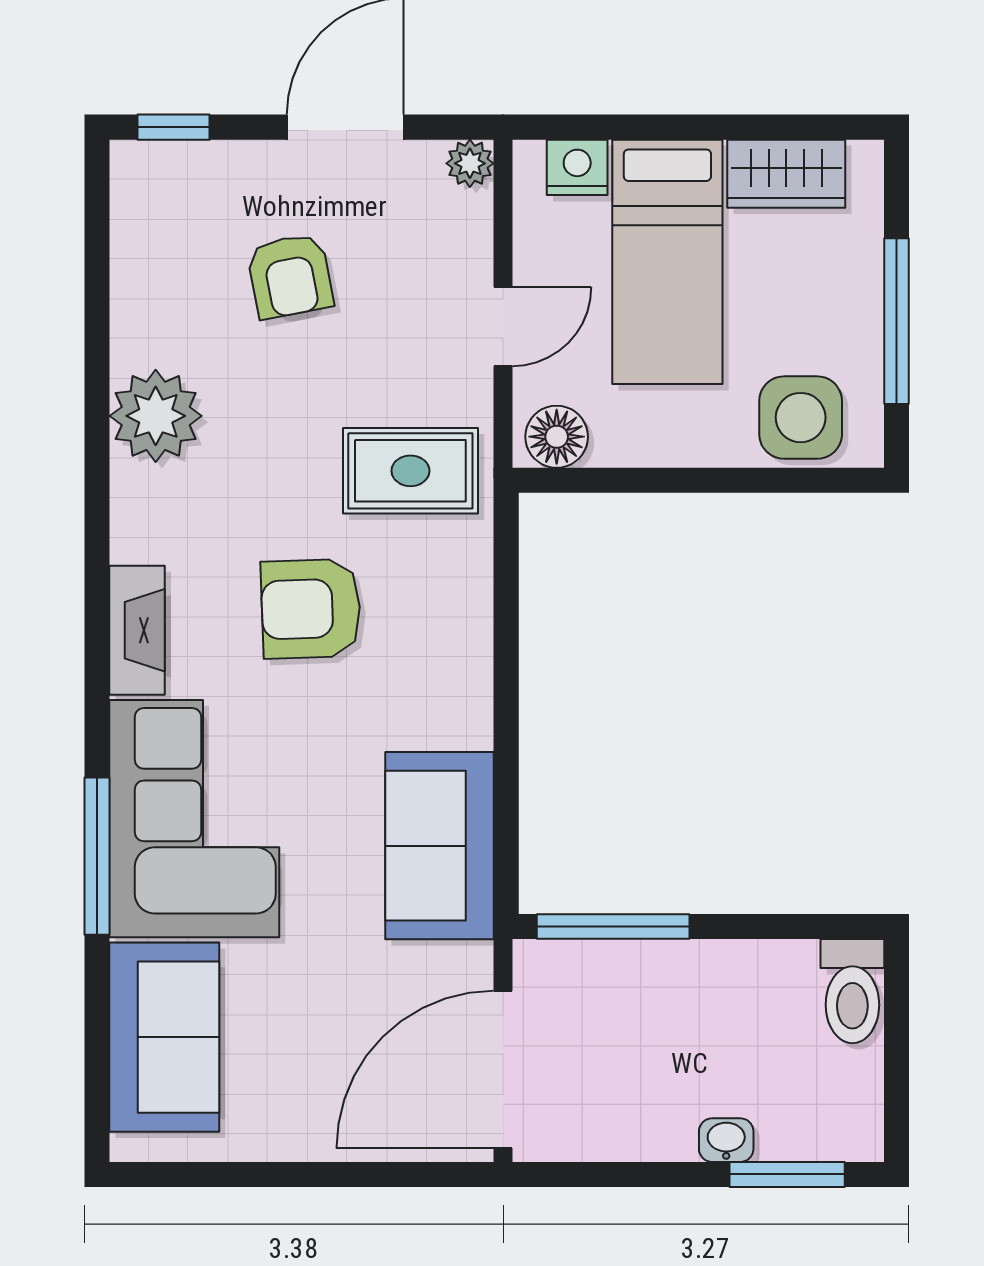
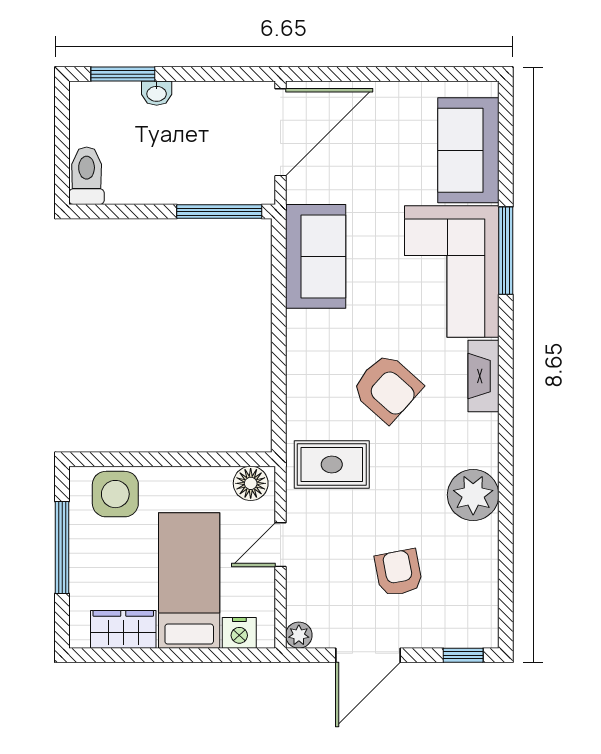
armchair: (311, 609) -> (387, 388), turned 44

